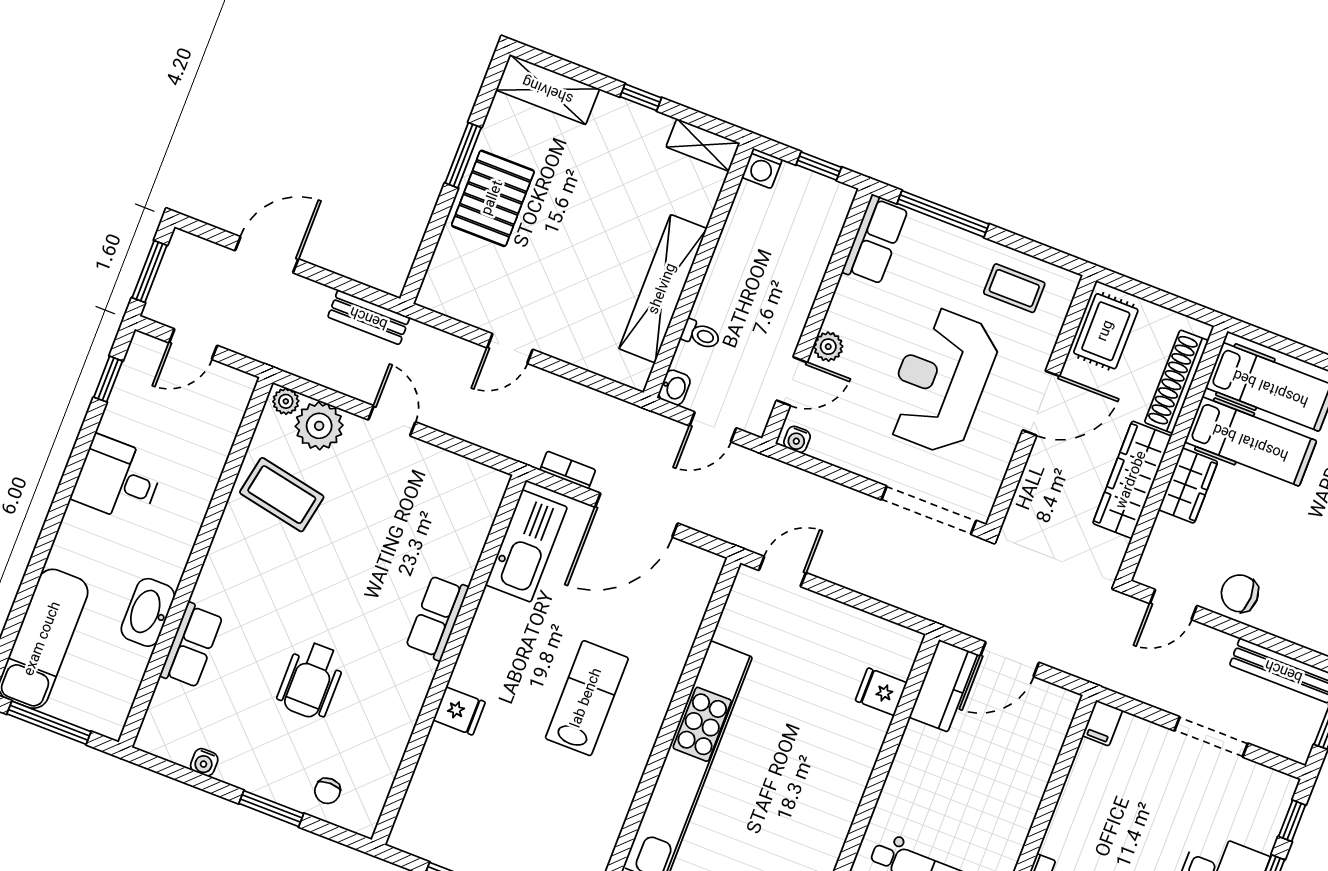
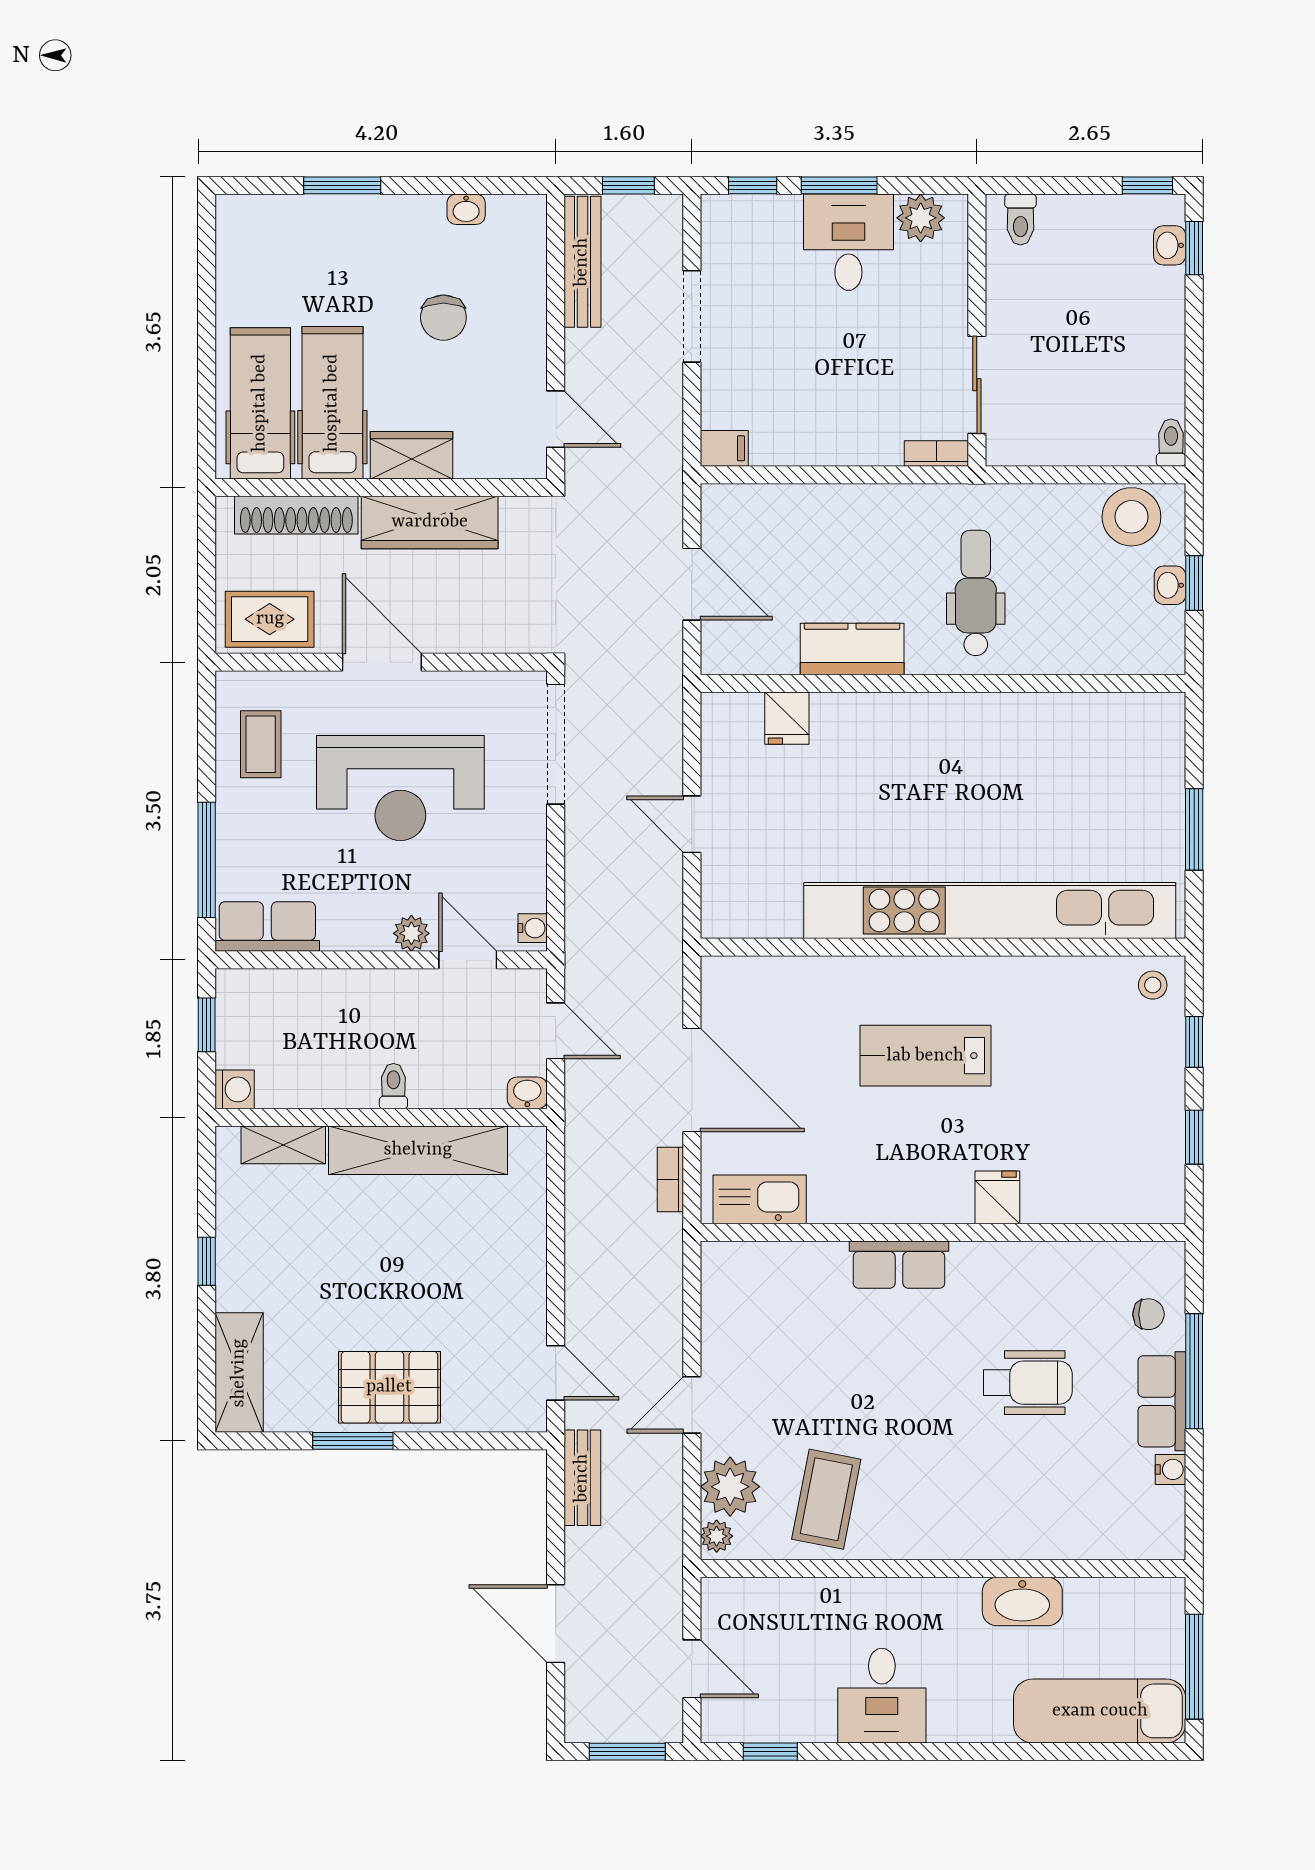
shelving: (703, 145) -> (283, 1145), moved, turned 90
toilet: (701, 335) -> (393, 1086), moved
door: (510, 349) -> (556, 1373), moved
kitchen sink: (526, 546) -> (760, 1199), width x0.73, depth x0.81
door: (782, 572) -> (692, 824), moved
chair: (1240, 593) -> (443, 318), moved
row of seats: (191, 646) -> (1162, 1401), moved, turned -90
kitchen counter: (943, 686) -> (852, 649), moved
window: (271, 809) -> (1194, 1371), width x1.44

